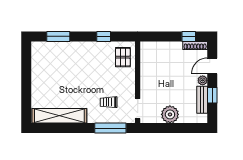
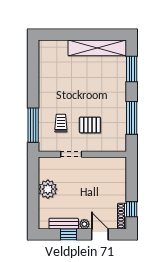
window: (104, 36) -> (132, 118), width x2.17
pallet: (123, 57) -> (90, 125), moved
doorway: (138, 109) -> (71, 154), moved
shelving: (59, 116) -> (97, 48), moved, turned 90

